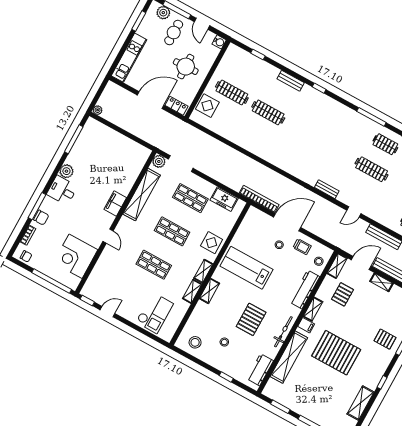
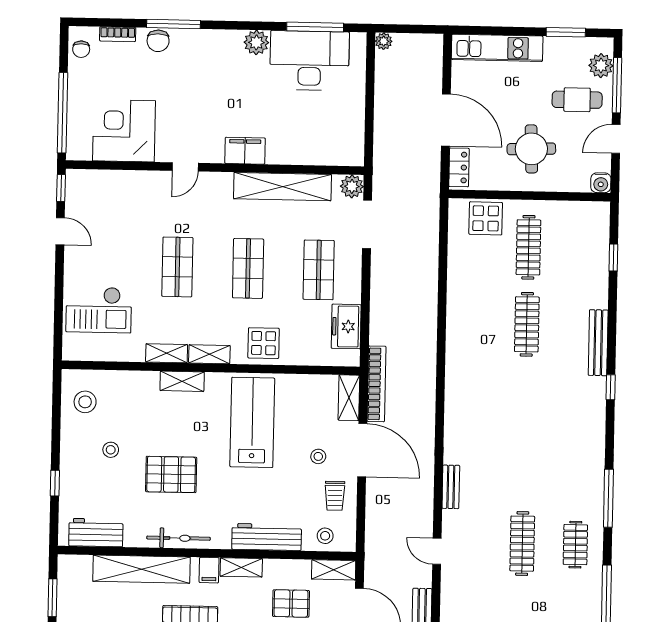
bench: (291, 81) -> (598, 343), width x1.36
desk: (62, 190) -> (309, 60), moved, width x1.87, depth x1.30
shelving: (259, 216) -> (349, 398), added

